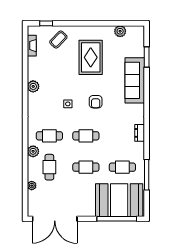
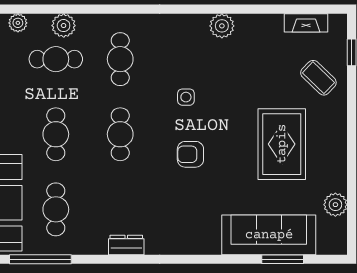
rug: (91, 57) -> (282, 144), turned 90
sofa: (135, 80) -> (269, 235), moved
plant: (33, 151) -> (64, 26), moved

